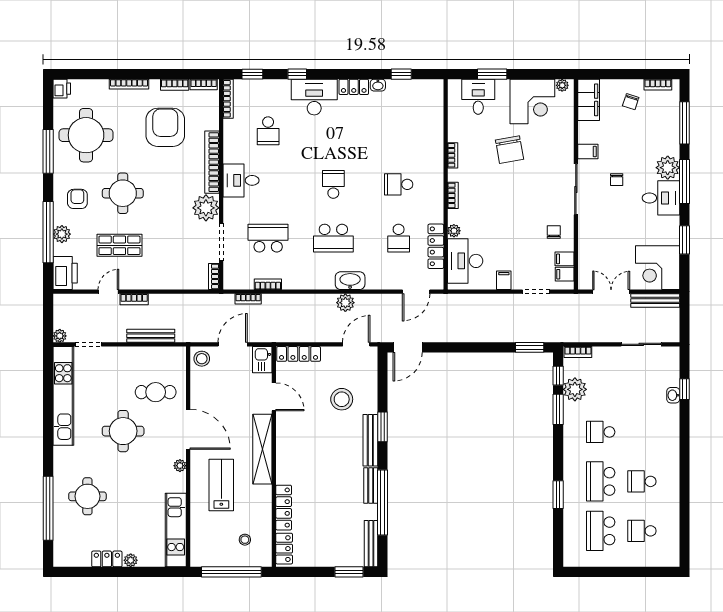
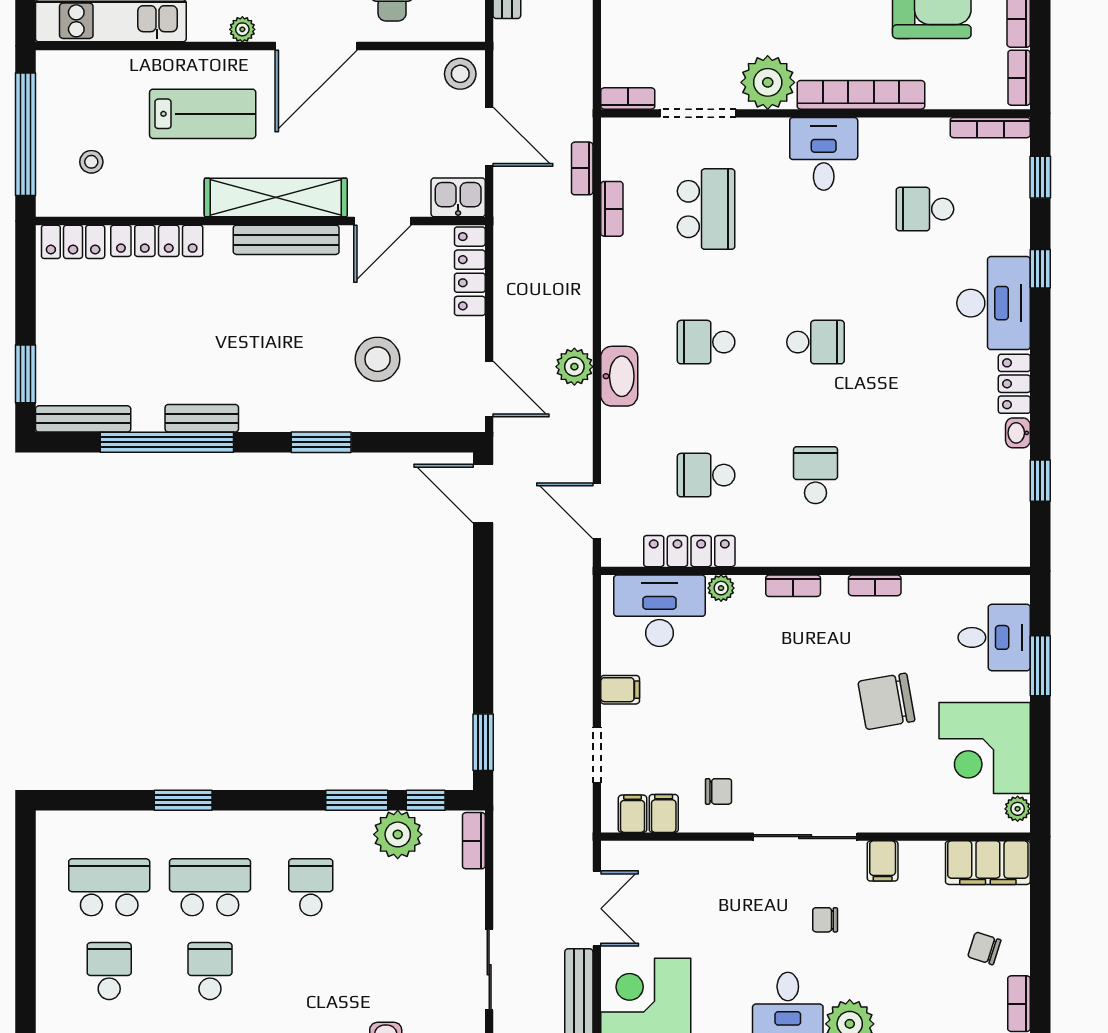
school desk: (333, 238) -> (706, 342), width x0.54
bench: (370, 440) -> (286, 240), moved

